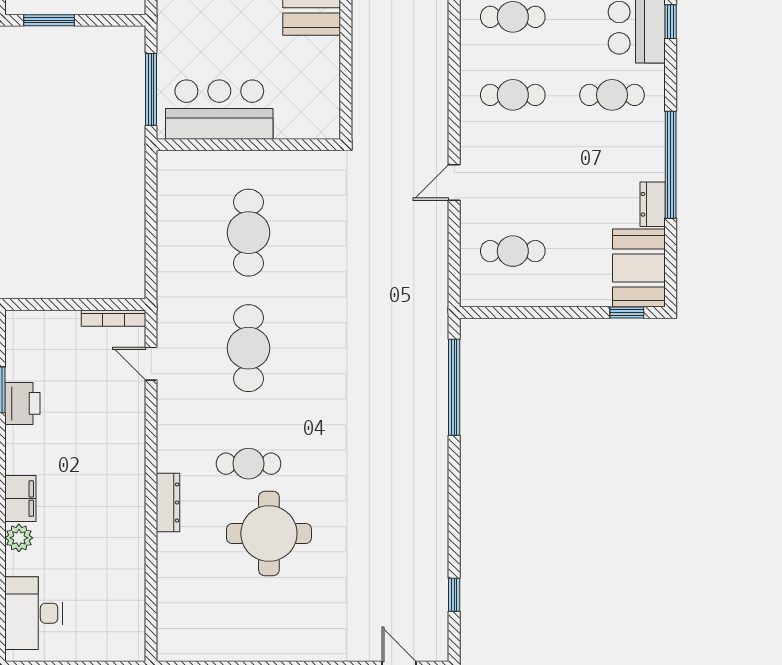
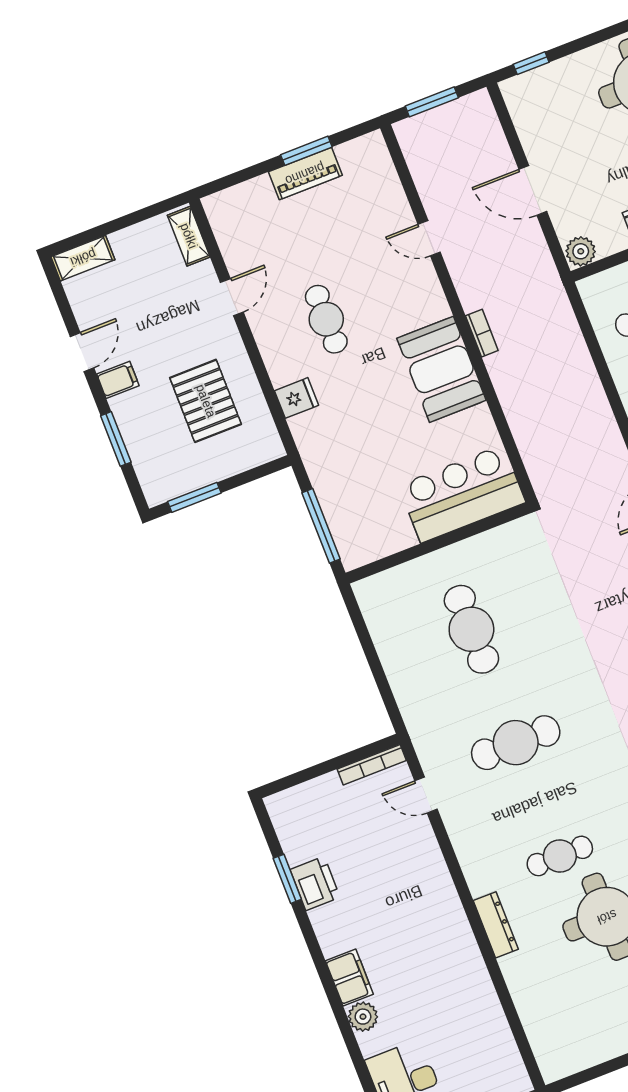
bar counter: (219, 110) -> (462, 494), moved
cafe table: (248, 348) -> (516, 743), turned 90

